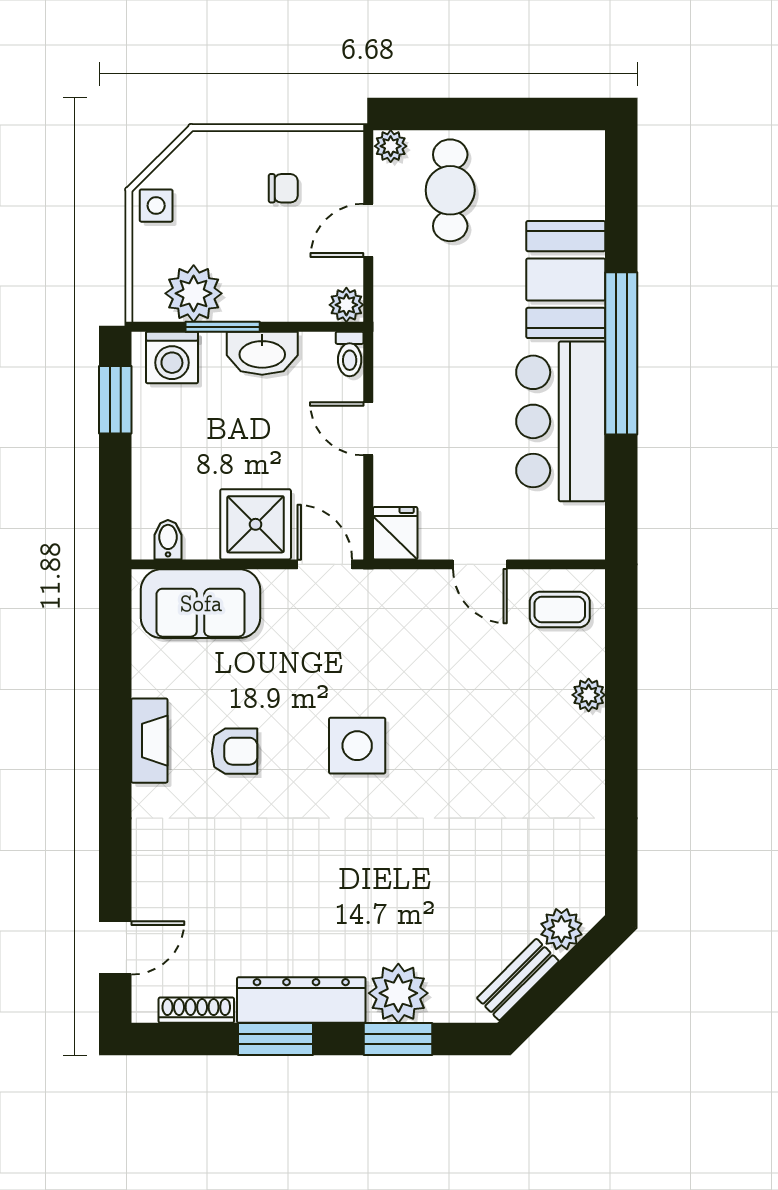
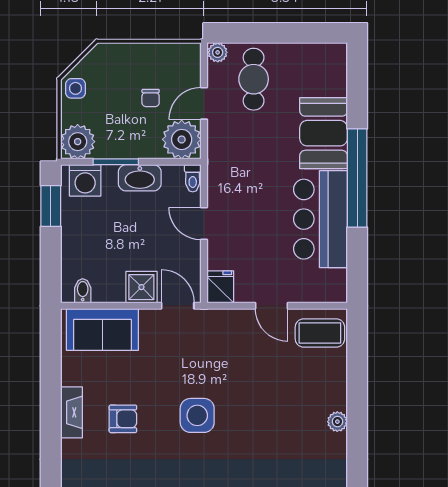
chair: (283, 188) -> (151, 98), moved, turned 90
plant: (194, 293) -> (78, 142), moved
plant: (346, 305) -> (182, 139), width x1.87, depth x1.87
shower: (256, 524) -> (141, 287), width x0.73, depth x0.73
coffee table: (560, 610) -> (320, 333), width x1.36, depth x1.30
plant: (589, 695) -> (337, 422), moved

